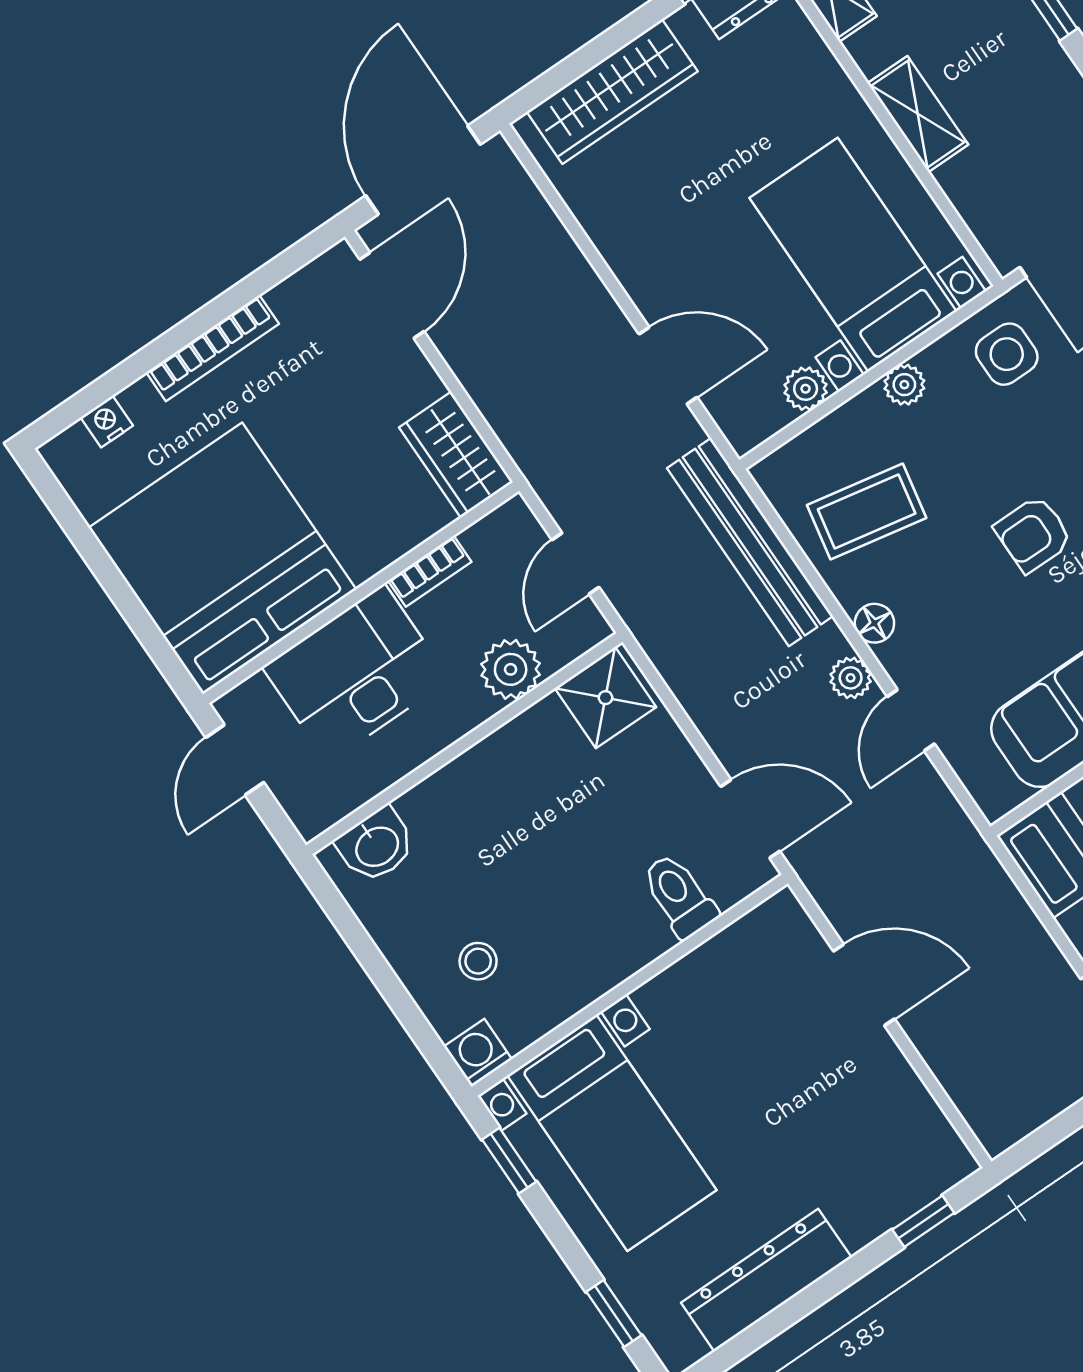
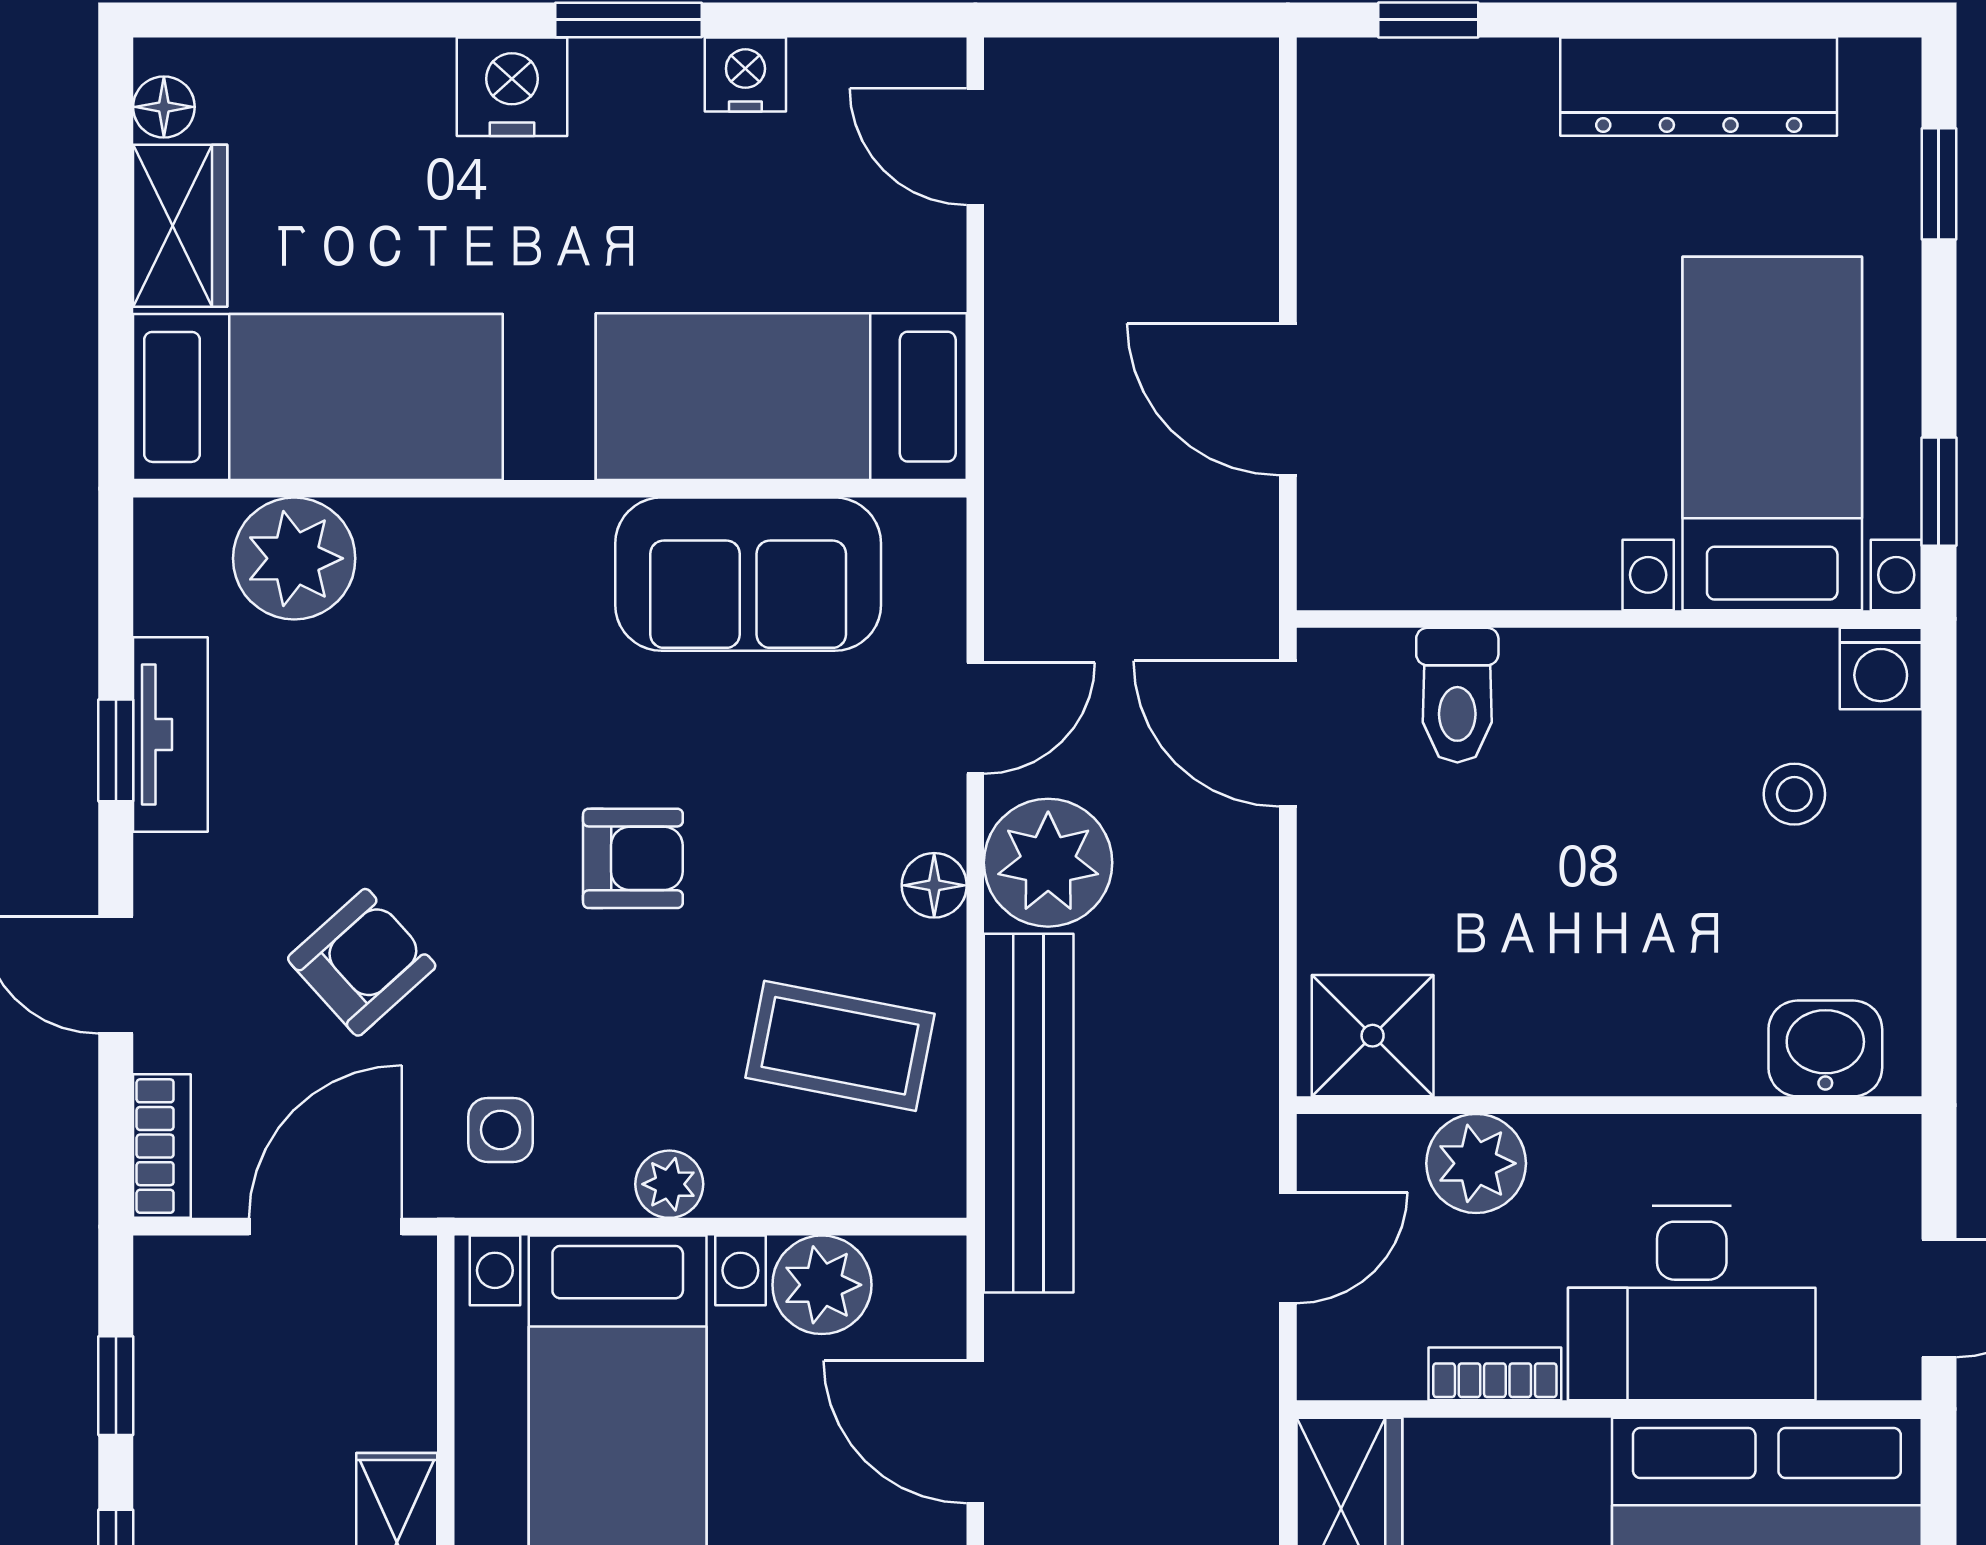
side table: (1007, 354) -> (500, 1130), width x0.73, depth x0.73
plant: (806, 389) -> (822, 1285), width x1.38, depth x1.38
plant: (851, 678) -> (1048, 863), width x1.88, depth x1.88

